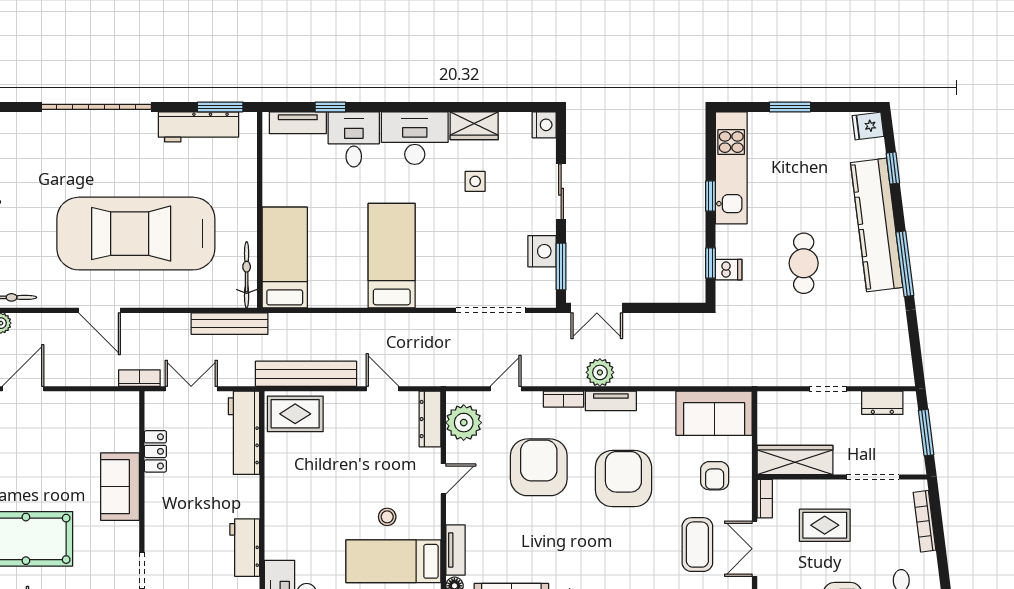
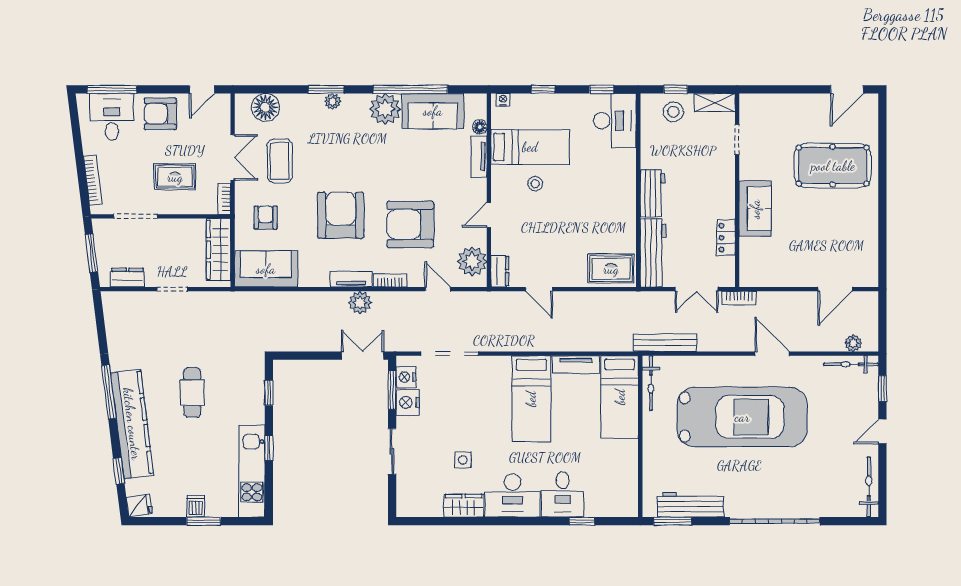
tv unit: (298, 123) -> (576, 365), moved, turned 180
nightstand: (544, 125) -> (406, 377), moved
dishwasher: (729, 270) -> (196, 506), moved, turned 90
bench: (306, 374) -> (602, 301), removed
door: (506, 389) -> (438, 289), swing flipped
dresser: (430, 419) -> (500, 271), width x0.70
wardrobe: (795, 460) -> (219, 250), moved, turned 90
armchair: (539, 467) -> (410, 224), turned 90
armchair: (623, 479) -> (341, 215), turned 180
workbench: (245, 548) -> (652, 193), moved

